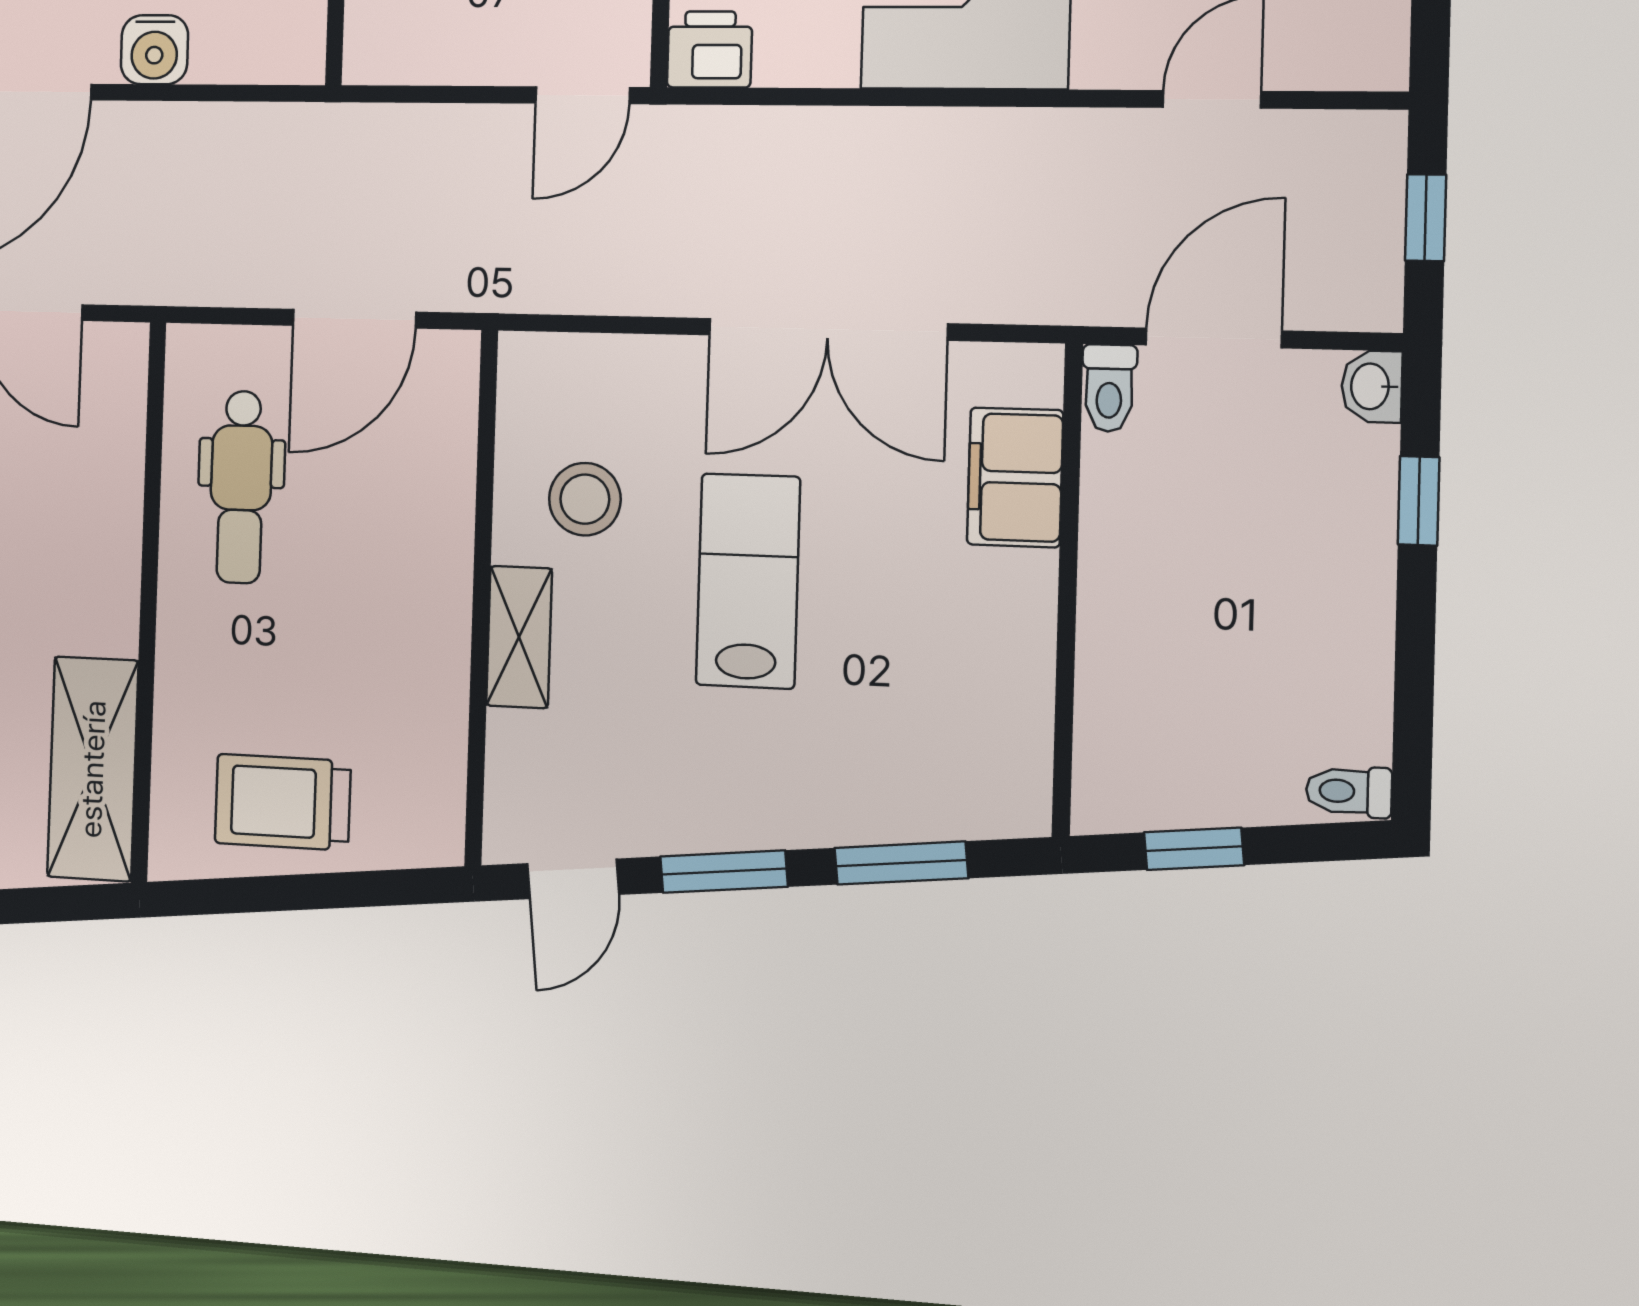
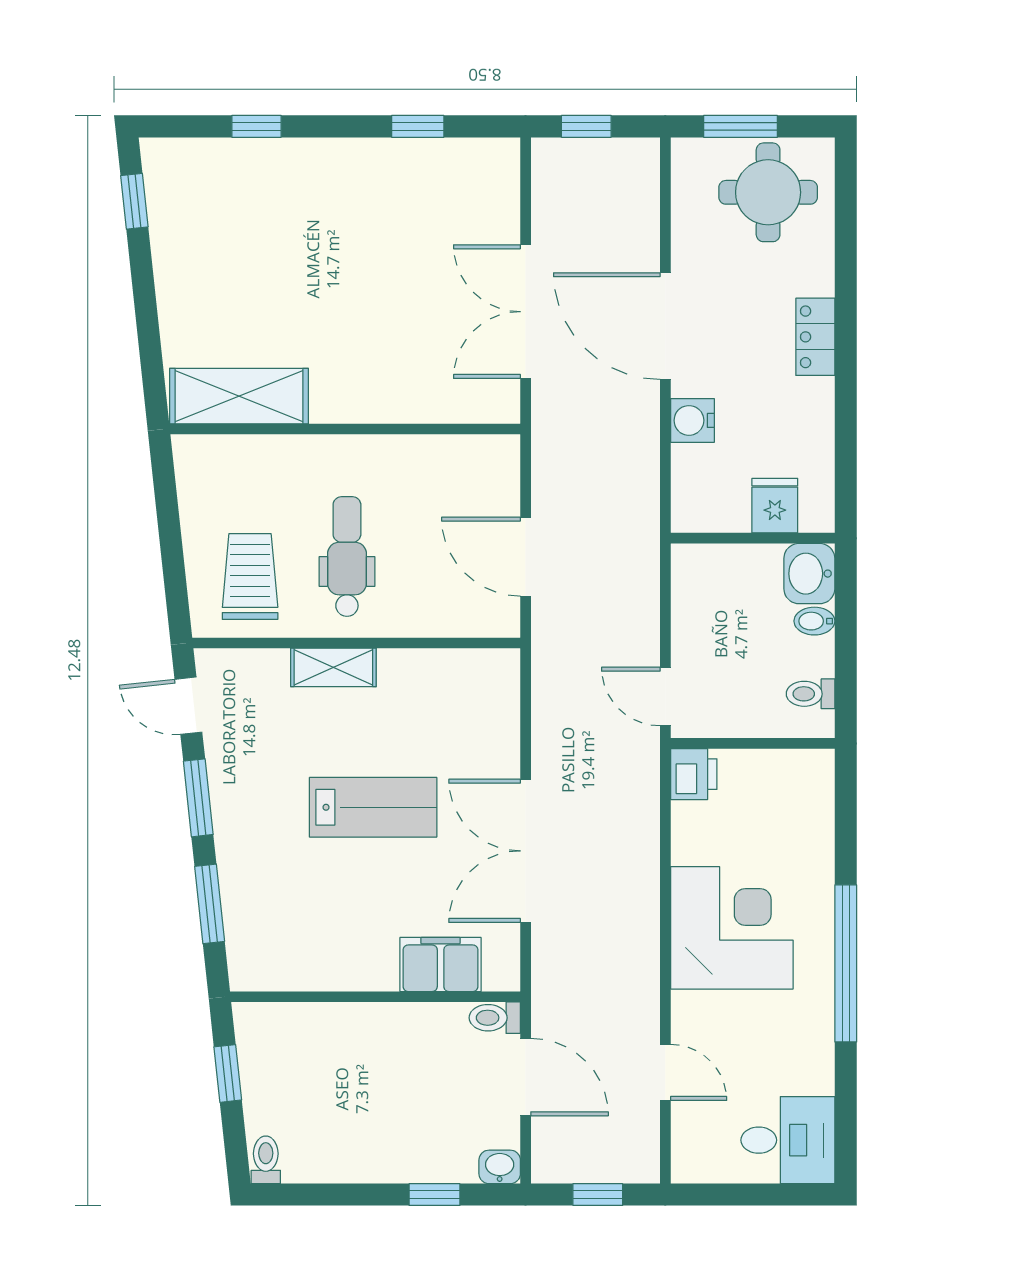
dental chair: (241, 487) -> (347, 557), moved, turned 90
stool: (585, 499) -> (419, 706), removed
trolley: (283, 802) -> (250, 577), moved

